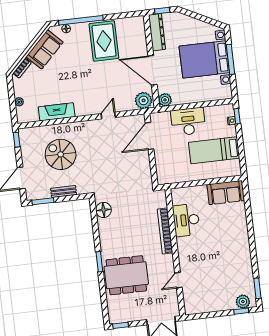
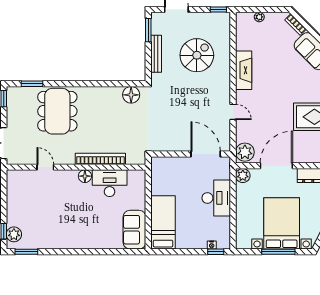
fireplace: (57, 112) -> (244, 70), moved
bed: (214, 150) -> (163, 222), moved
bench: (64, 192) -> (156, 54), width x1.36
floor lamp: (182, 243) -> (85, 176), added
window: (99, 262) -> (32, 84), moved

